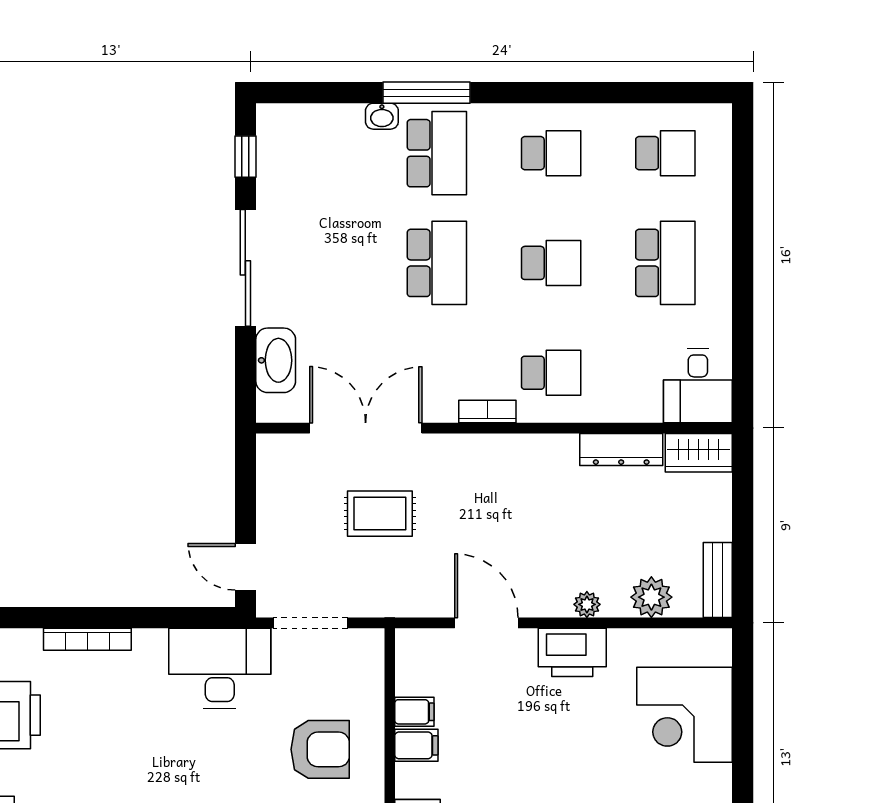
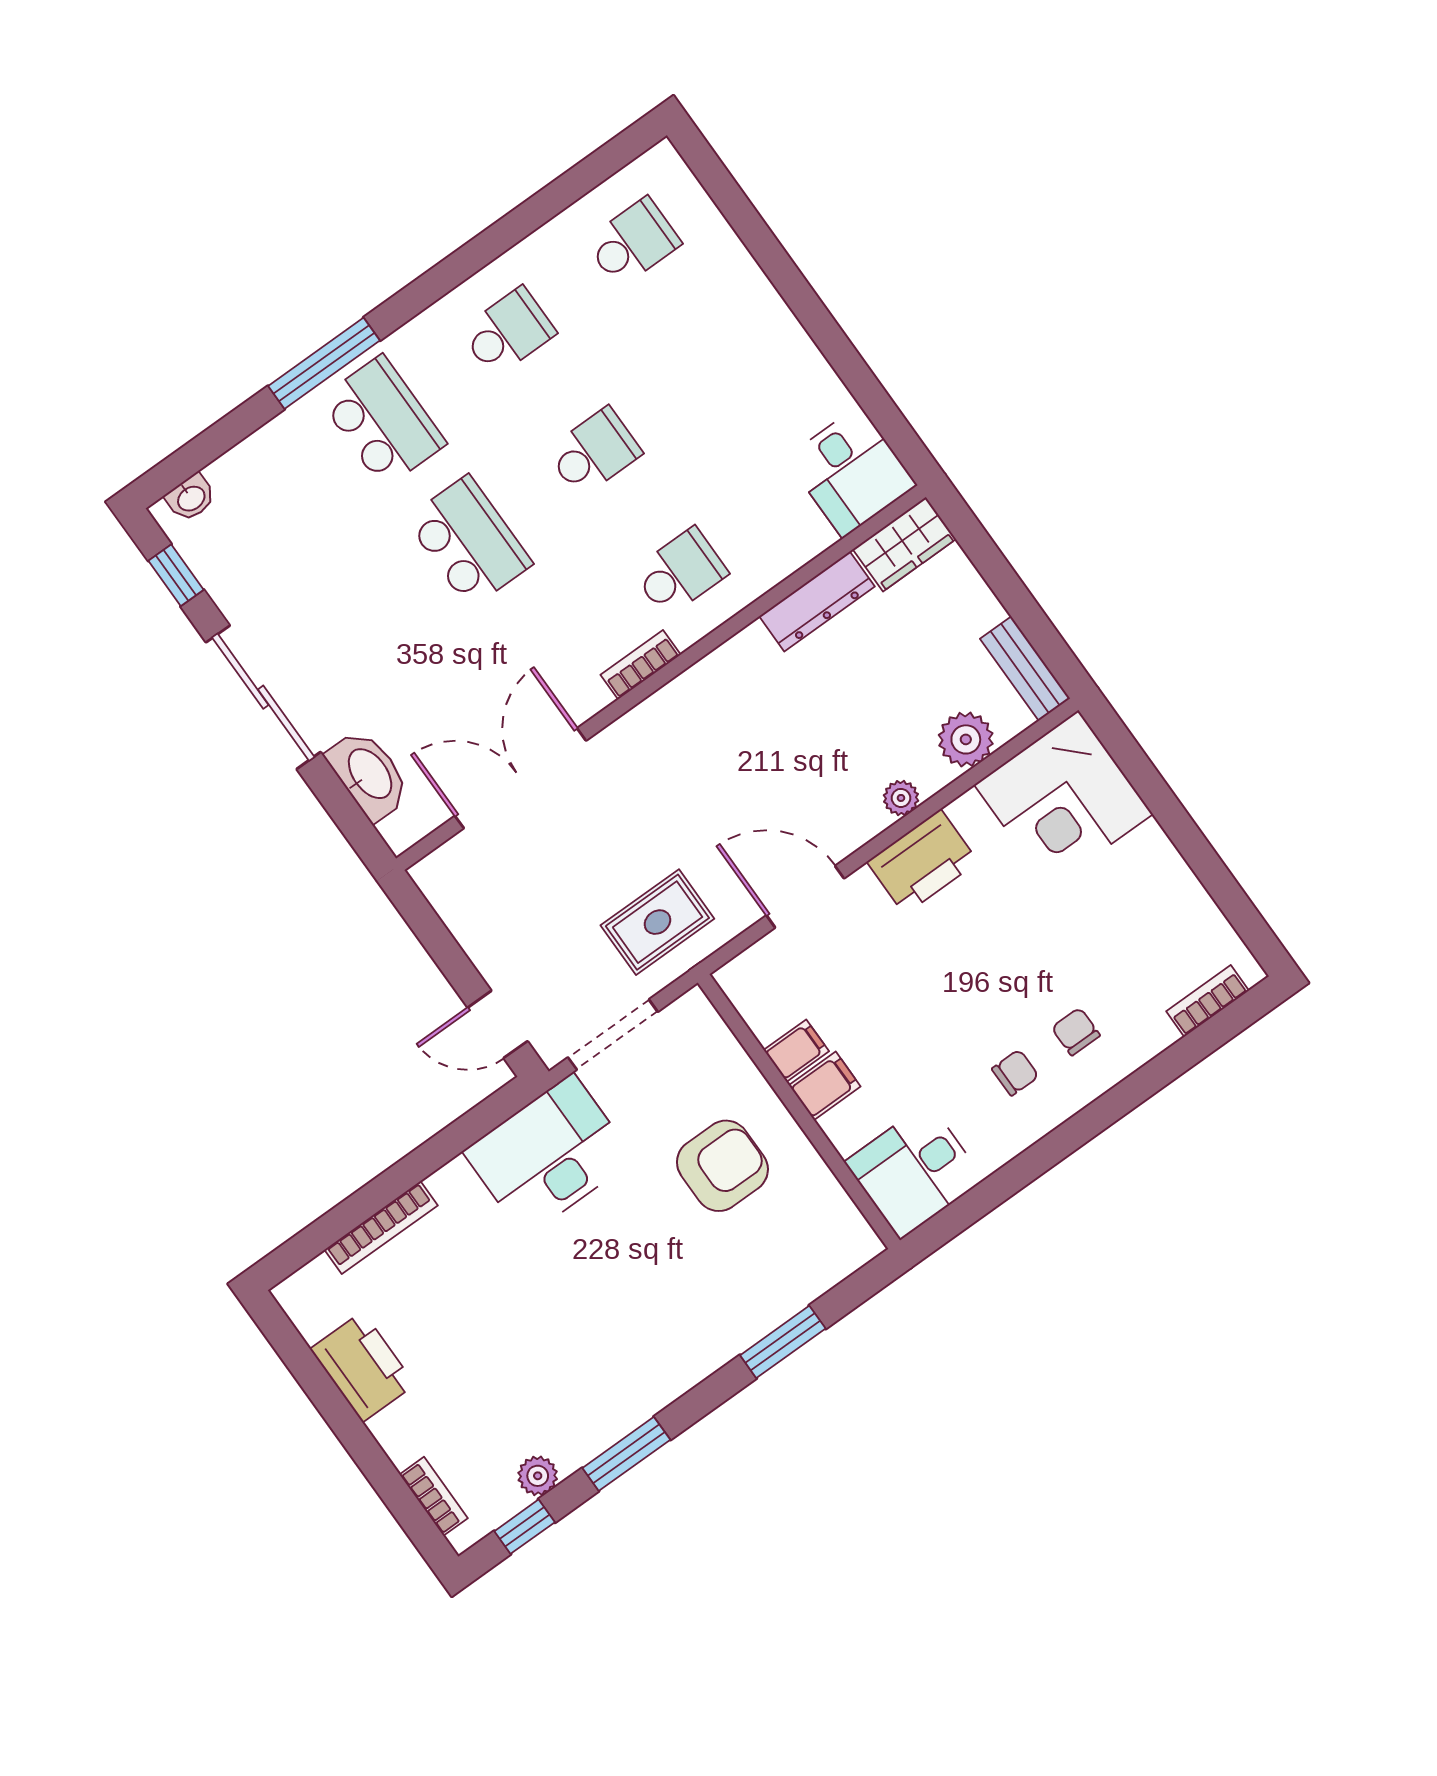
washbasin: (382, 116) -> (191, 498), moved
school desk: (665, 263) -> (719, 363), removed
rug: (380, 514) -> (657, 922), moved
corner desk: (684, 715) -> (1064, 799), moved

